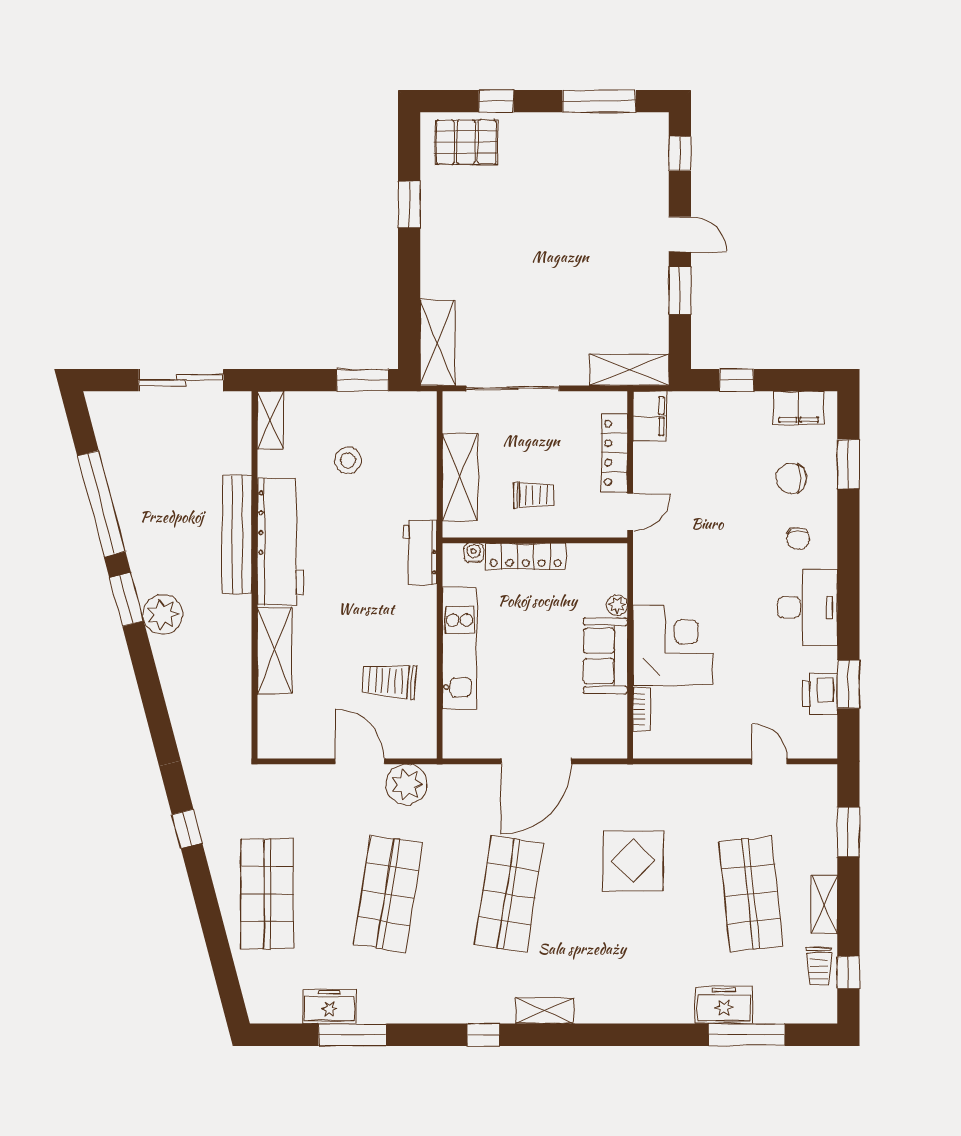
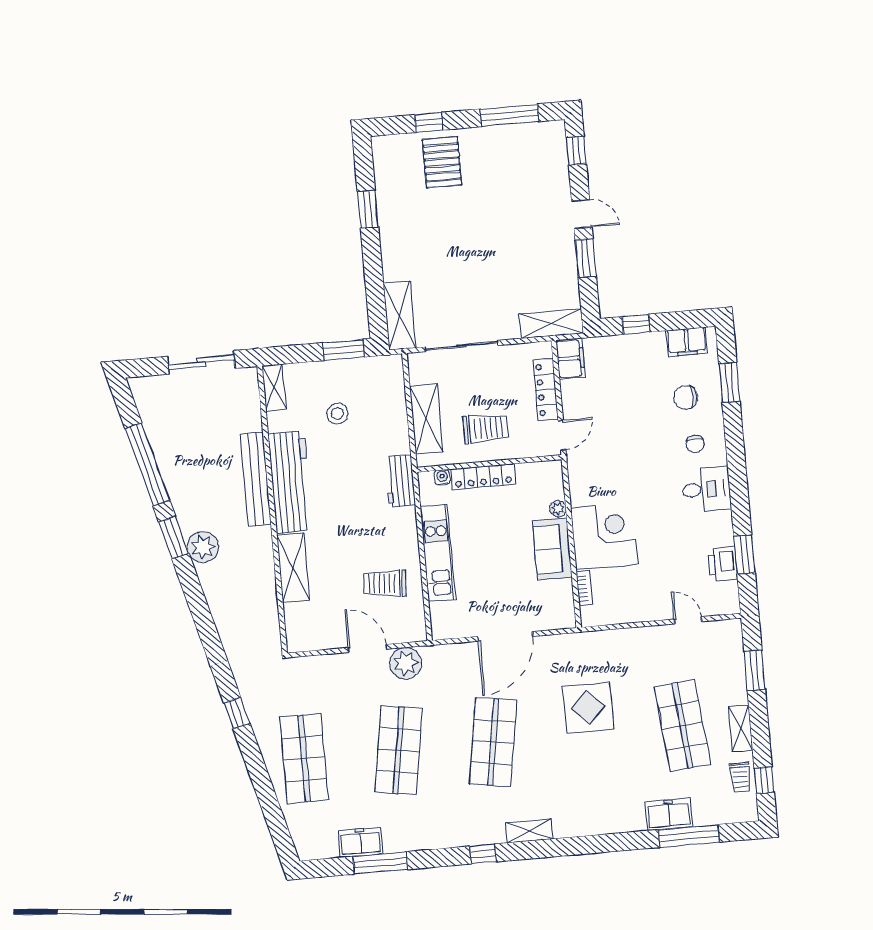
pallet: (466, 142) -> (442, 162), moved, turned 90
trolley: (534, 495) -> (485, 428), width x1.36, depth x1.39
desk: (807, 607) -> (706, 489), width x0.73

